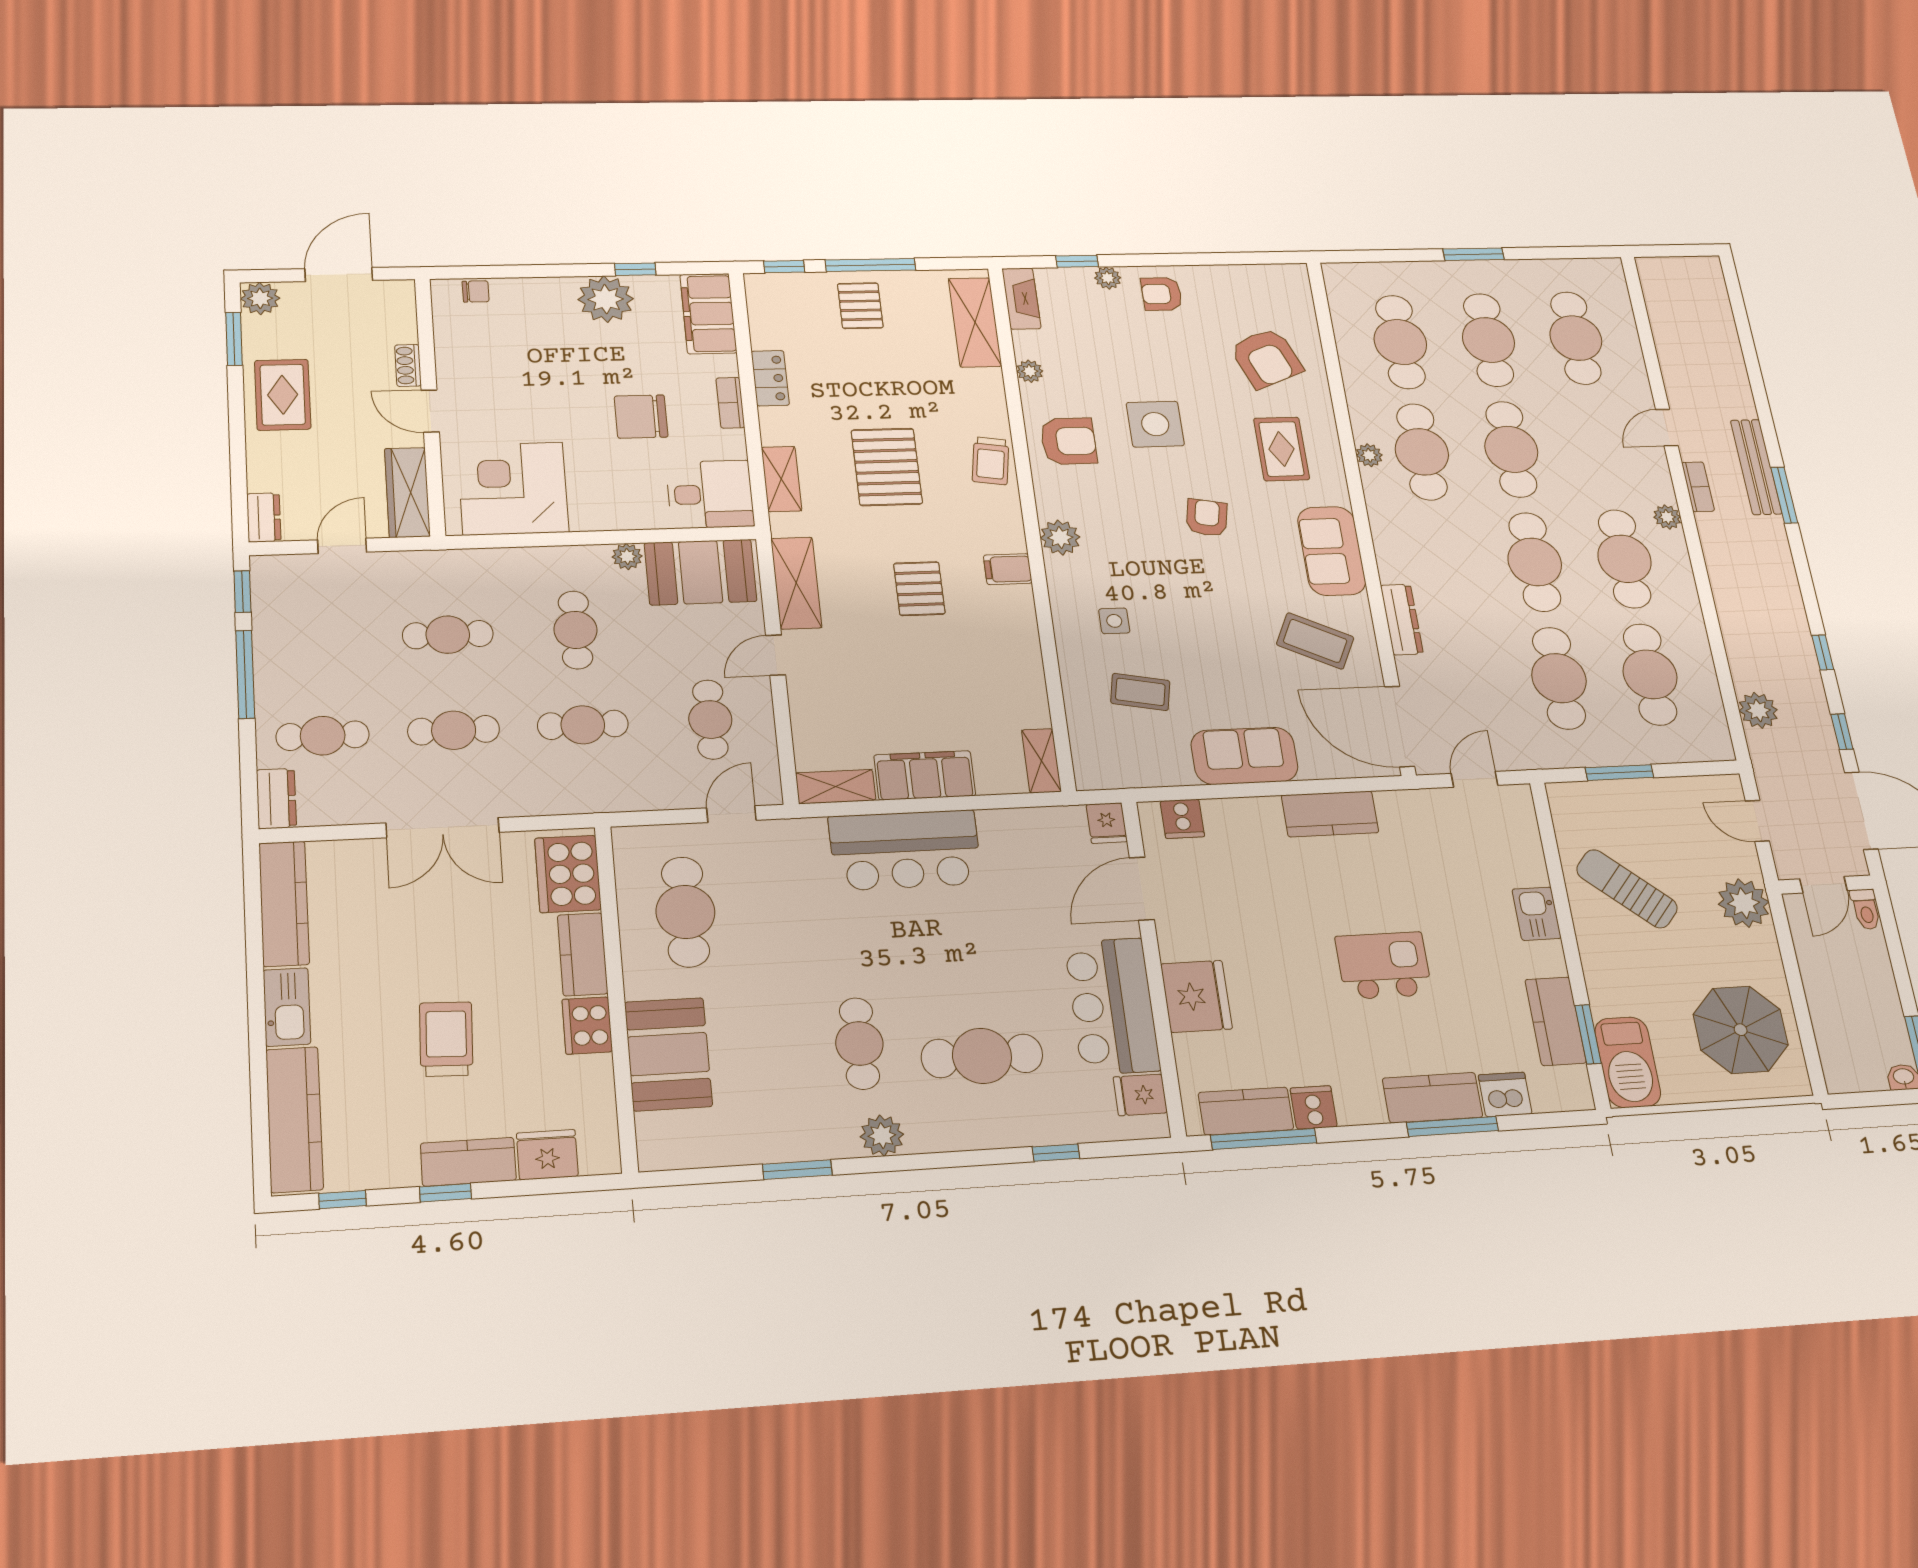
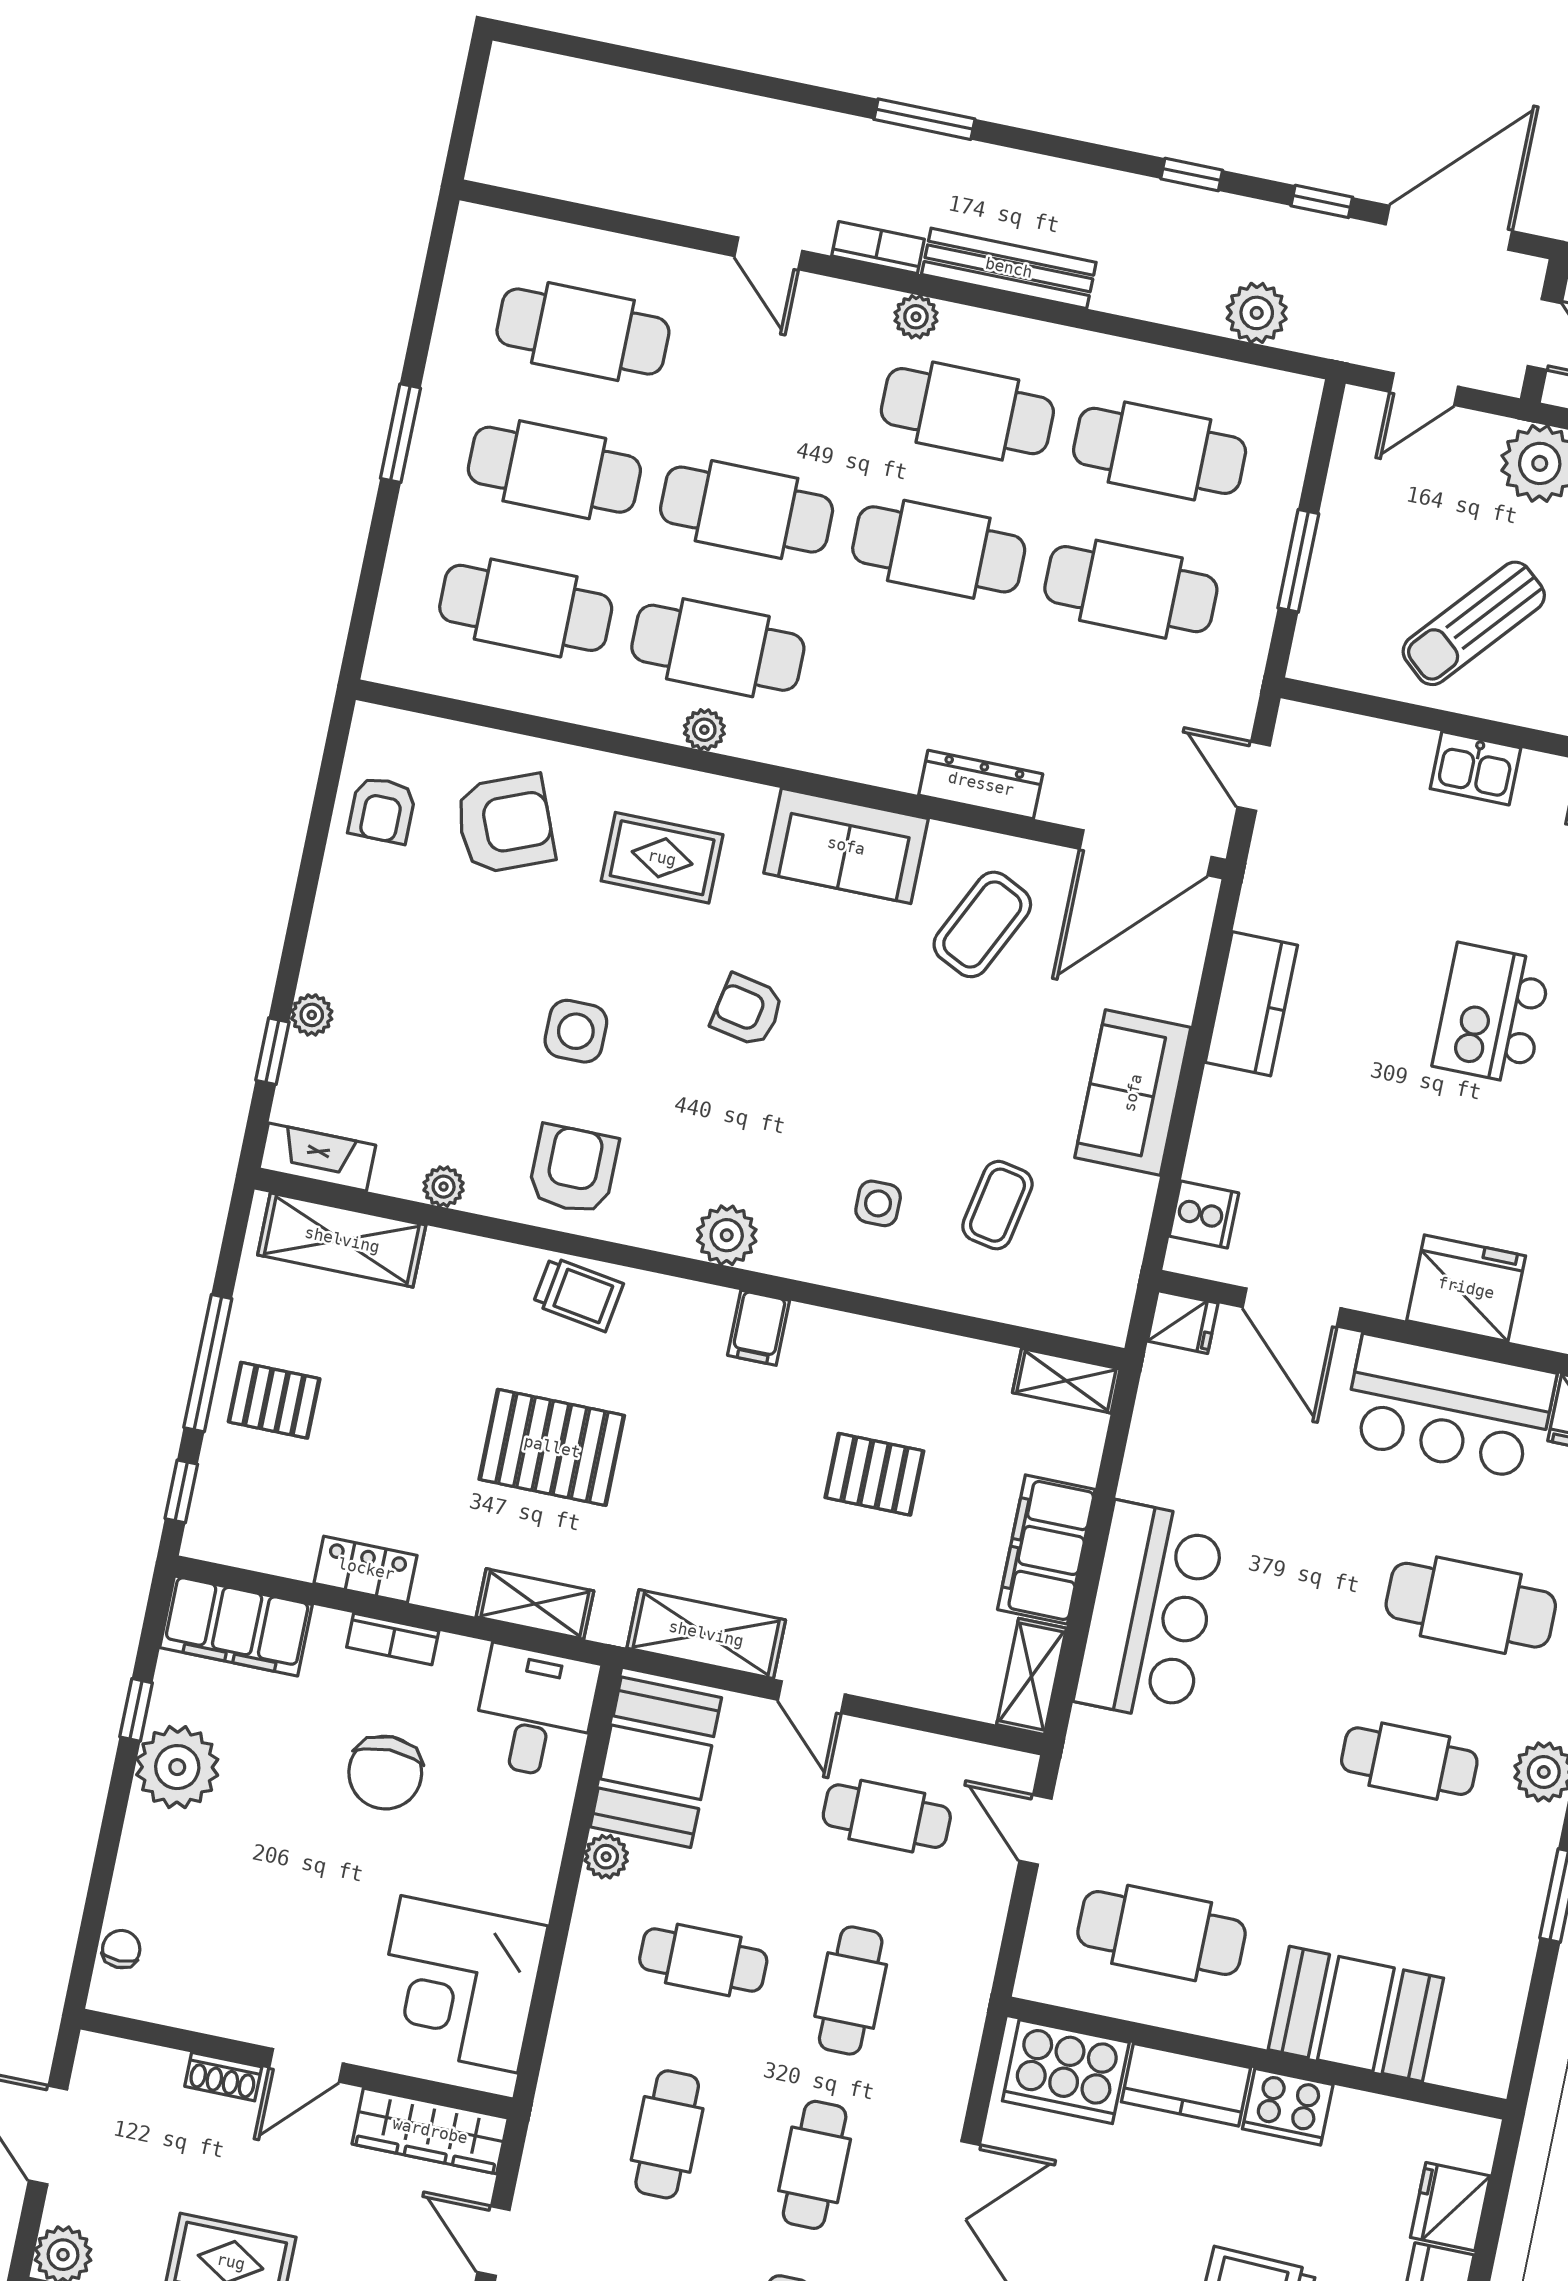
armchair: (1162, 294) -> (382, 810), moved
side table: (1155, 424) -> (576, 1031), width x0.73, depth x0.73
bench: (1756, 467) -> (1009, 268), moved
pallet: (919, 589) -> (874, 1474), moved
cafe table: (982, 1056) -> (1471, 1605), turned 90

